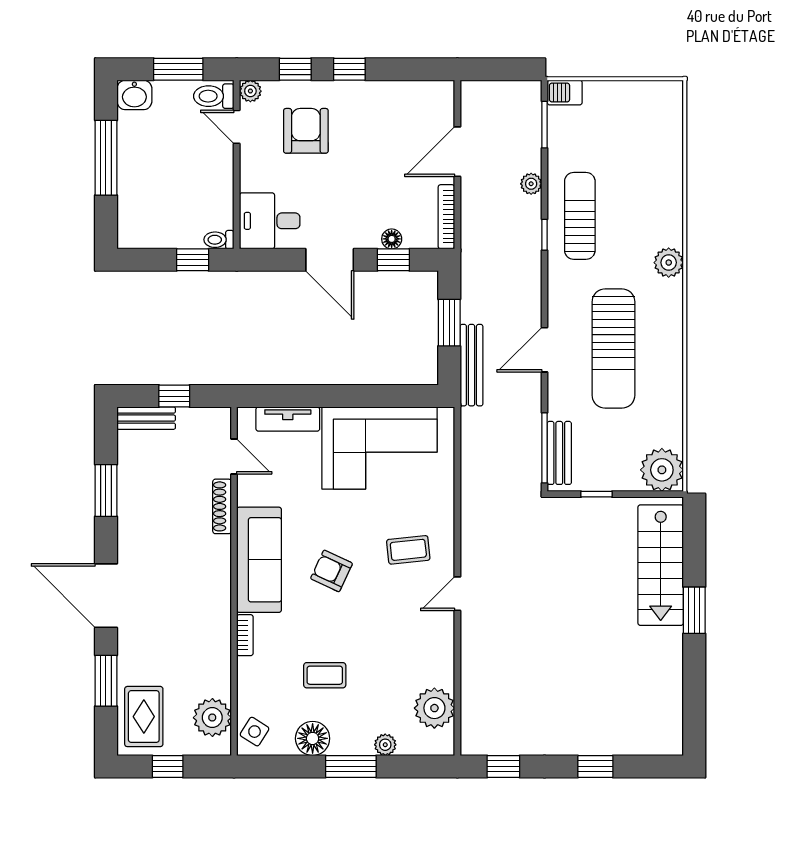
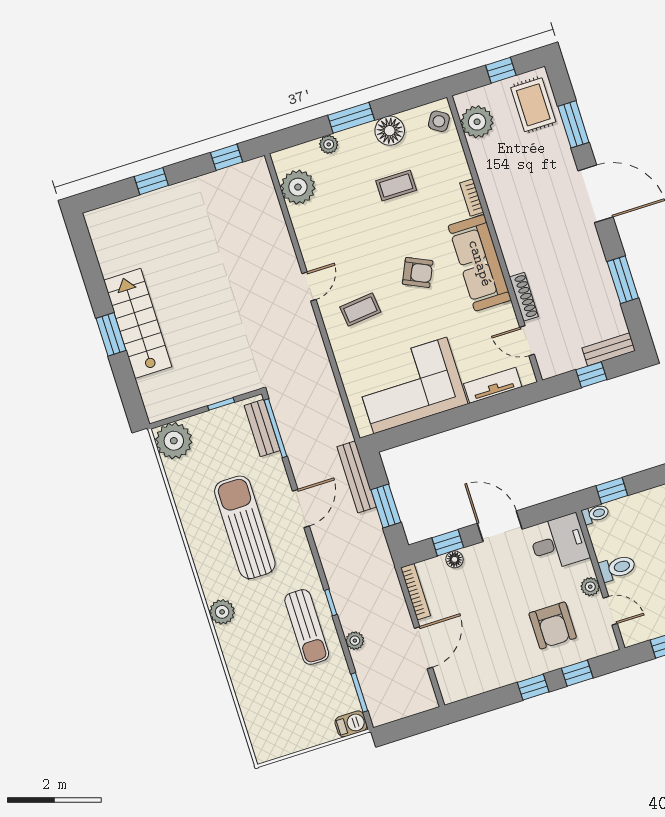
plant: (250, 91) -> (590, 587), moved
toilet: (214, 96) -> (617, 568), moved
stairs: (661, 565) -> (138, 323), moved

